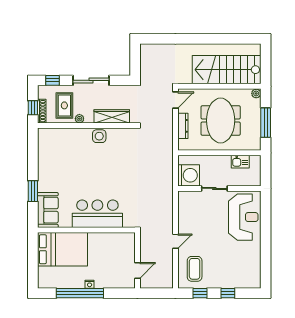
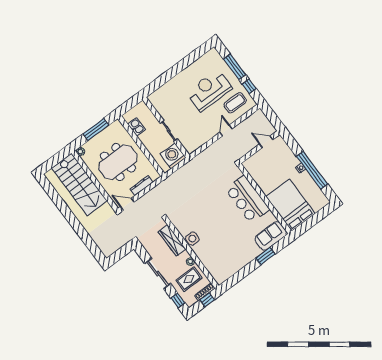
reception desk: (243, 217) -> (209, 90), moved
door: (175, 241) -> (226, 131), hinge flipped
window: (228, 293) -> (235, 67), width x2.17

